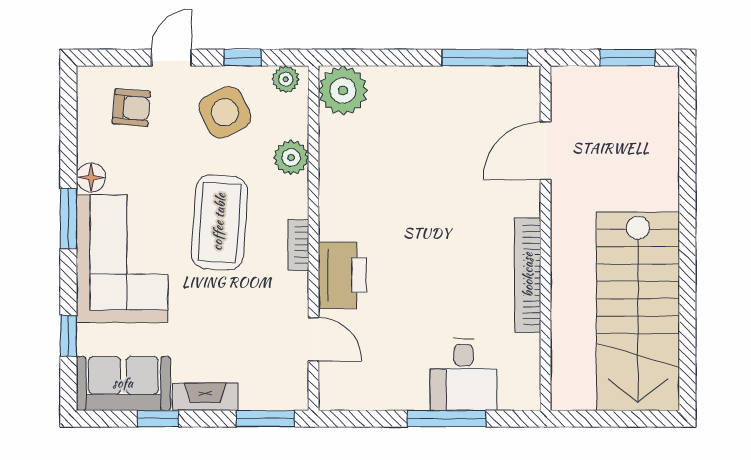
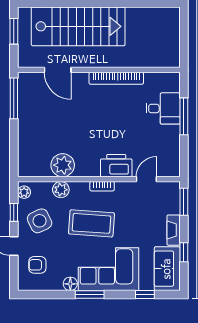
plant: (343, 90) -> (63, 165), moved
armchair: (131, 108) -> (37, 265), turned -95
stairs: (638, 311) -> (78, 26), moved

